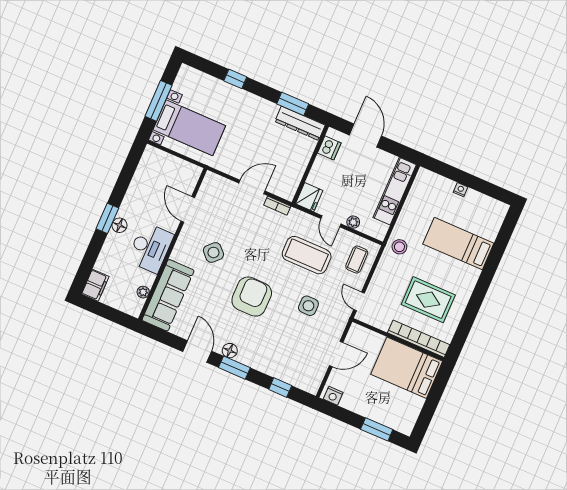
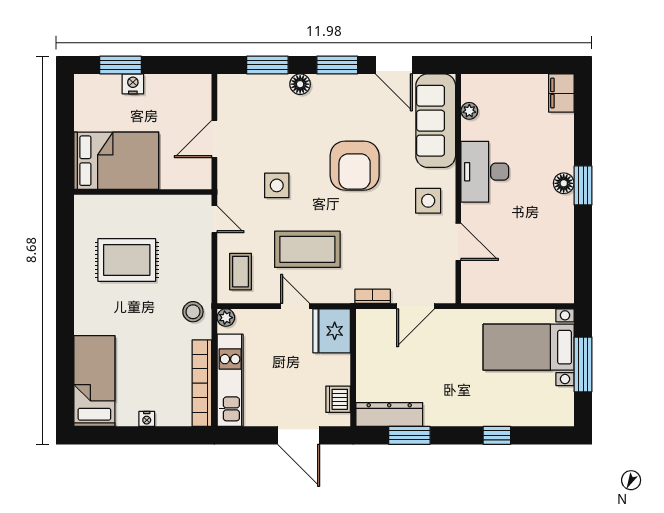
fridge: (309, 197) -> (332, 331), width x1.36, depth x1.34
door: (188, 209) -> (458, 242), moved
plant: (353, 222) -> (226, 318), moved
wall: (173, 244) -> (458, 189), moved
bed: (458, 244) -> (94, 381), moved, turned -90
desk: (150, 248) -> (485, 172), moved
side table: (213, 252) -> (428, 201), turned 45
plant: (143, 292) -> (469, 111), moved
sofa: (168, 295) -> (436, 121), moved
bookcase: (419, 339) -> (202, 383), moved, turned 90
floor lamp: (230, 351) -> (300, 84), moved
window: (280, 387) -> (267, 65), width x1.50
nightstand: (333, 396) -> (133, 84), moved

